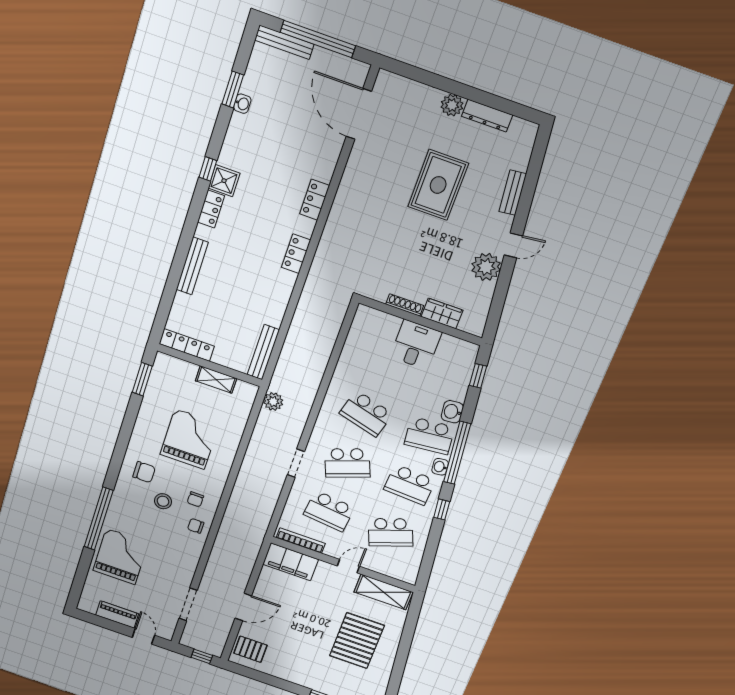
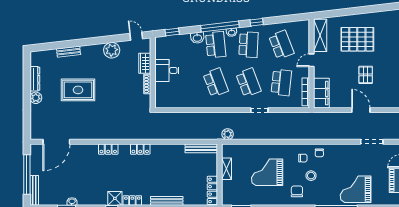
door: (513, 245) -> (136, 36), moved
school desk: (366, 414) -> (216, 82), turned -36
door: (348, 566) -> (311, 60), hinge flipped
pallet: (250, 649) -> (366, 75), moved

